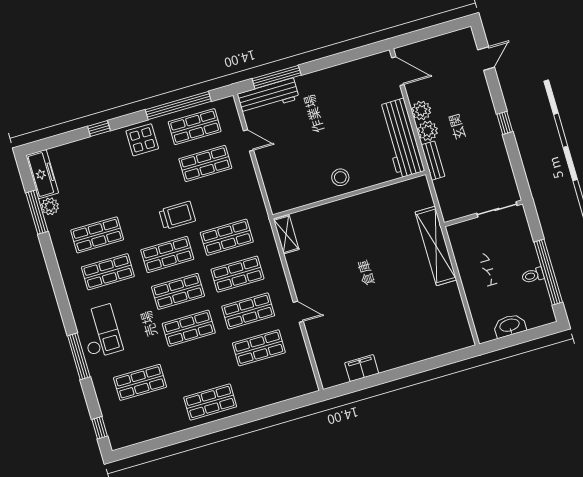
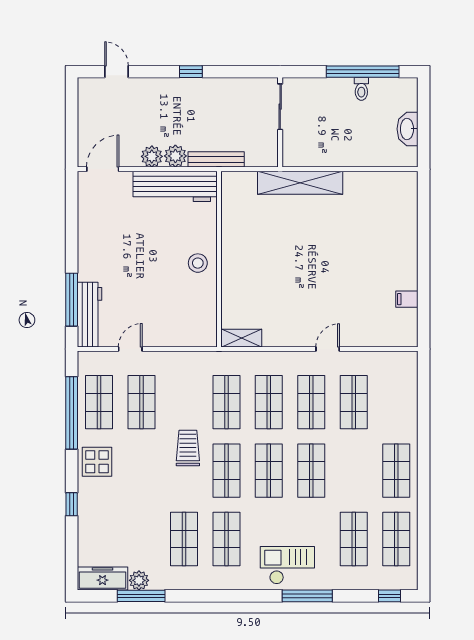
bench: (433, 161) -> (216, 159), width x1.36
filing cabinet: (362, 368) -> (407, 299), width x0.50
shop shelf: (151, 419) -> (396, 539), added

